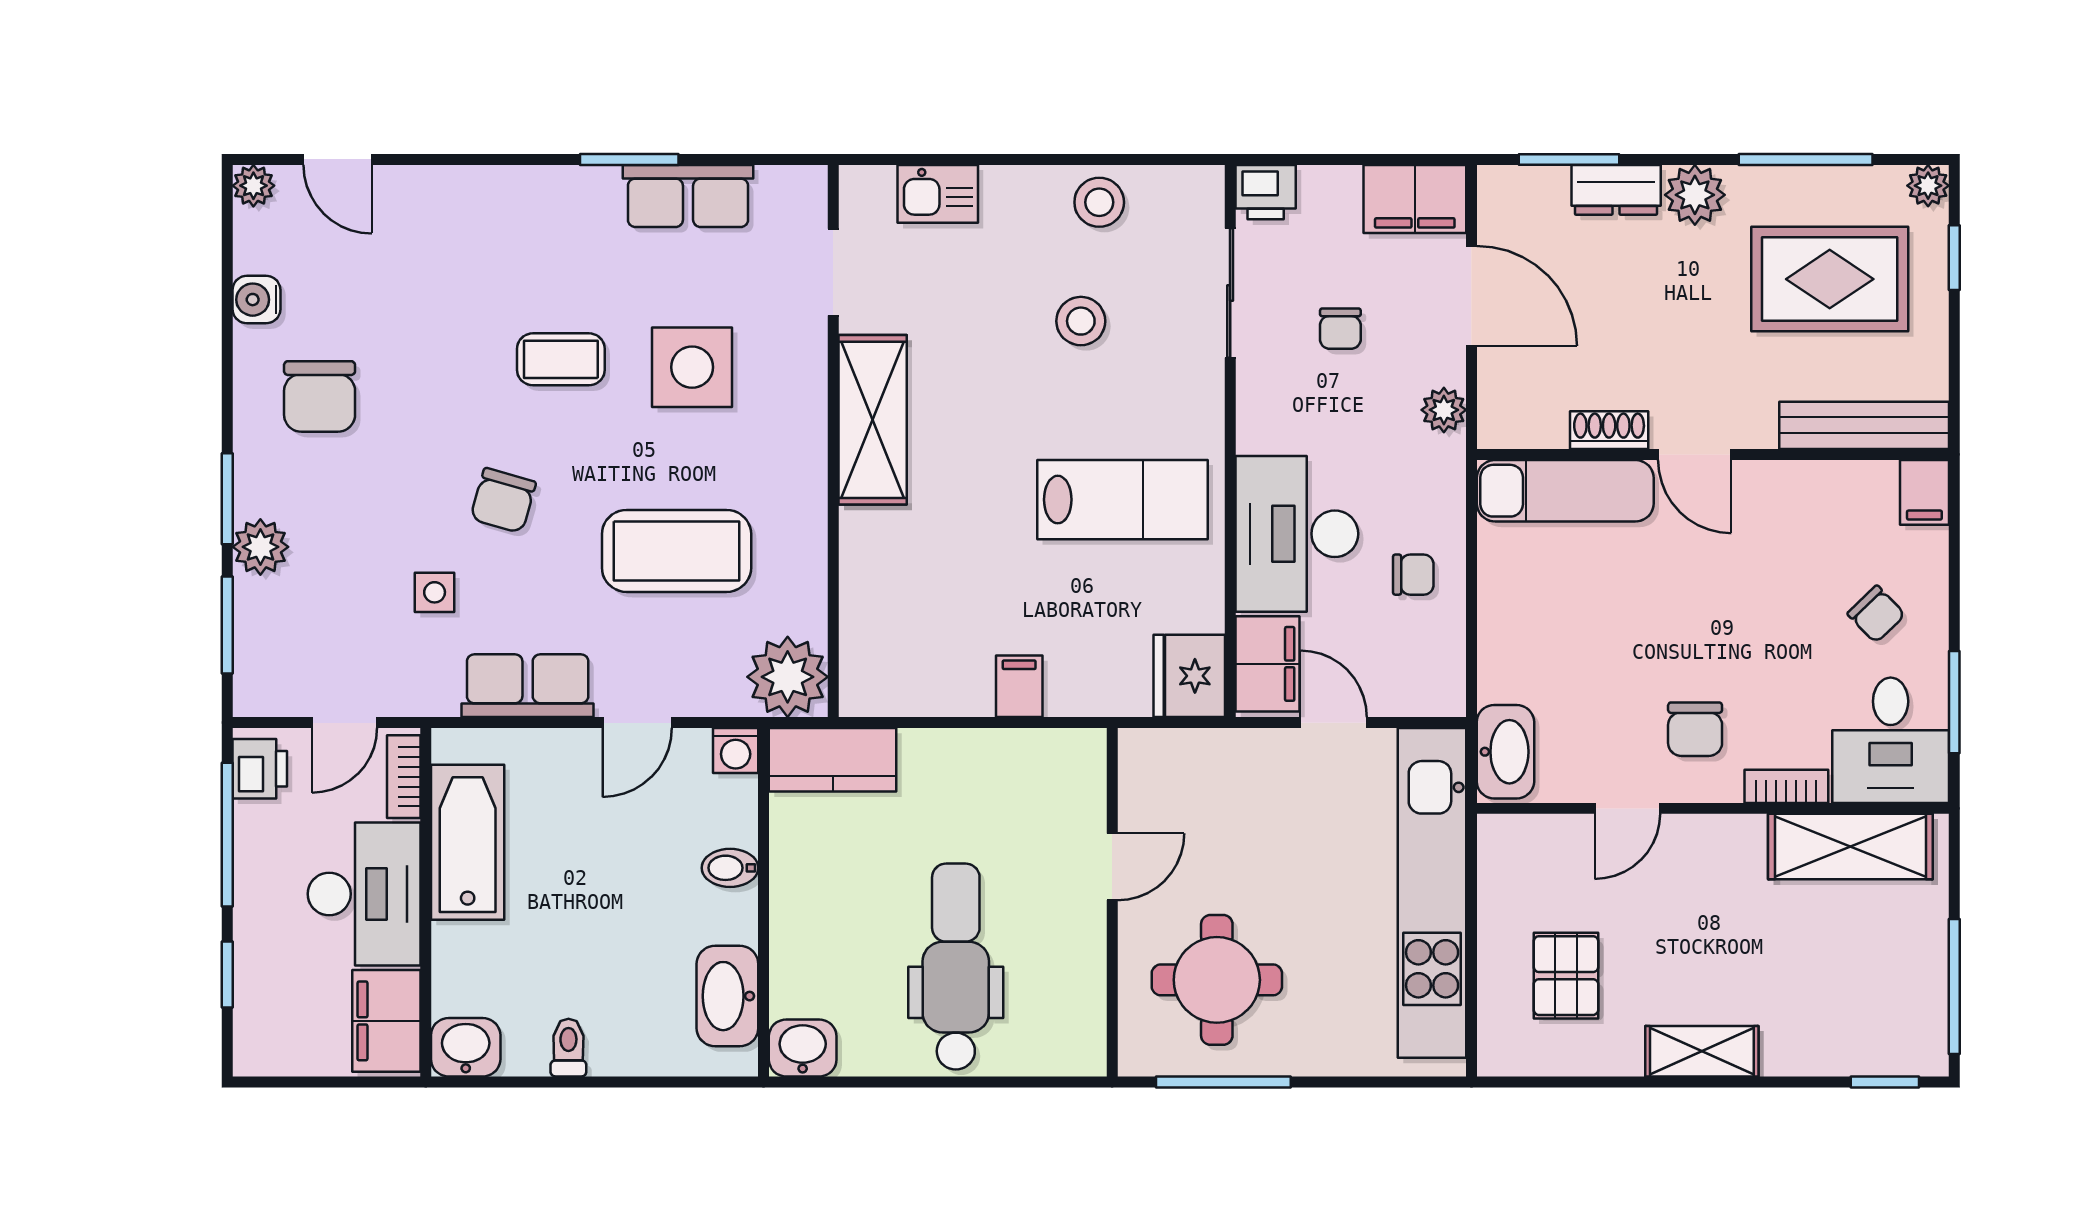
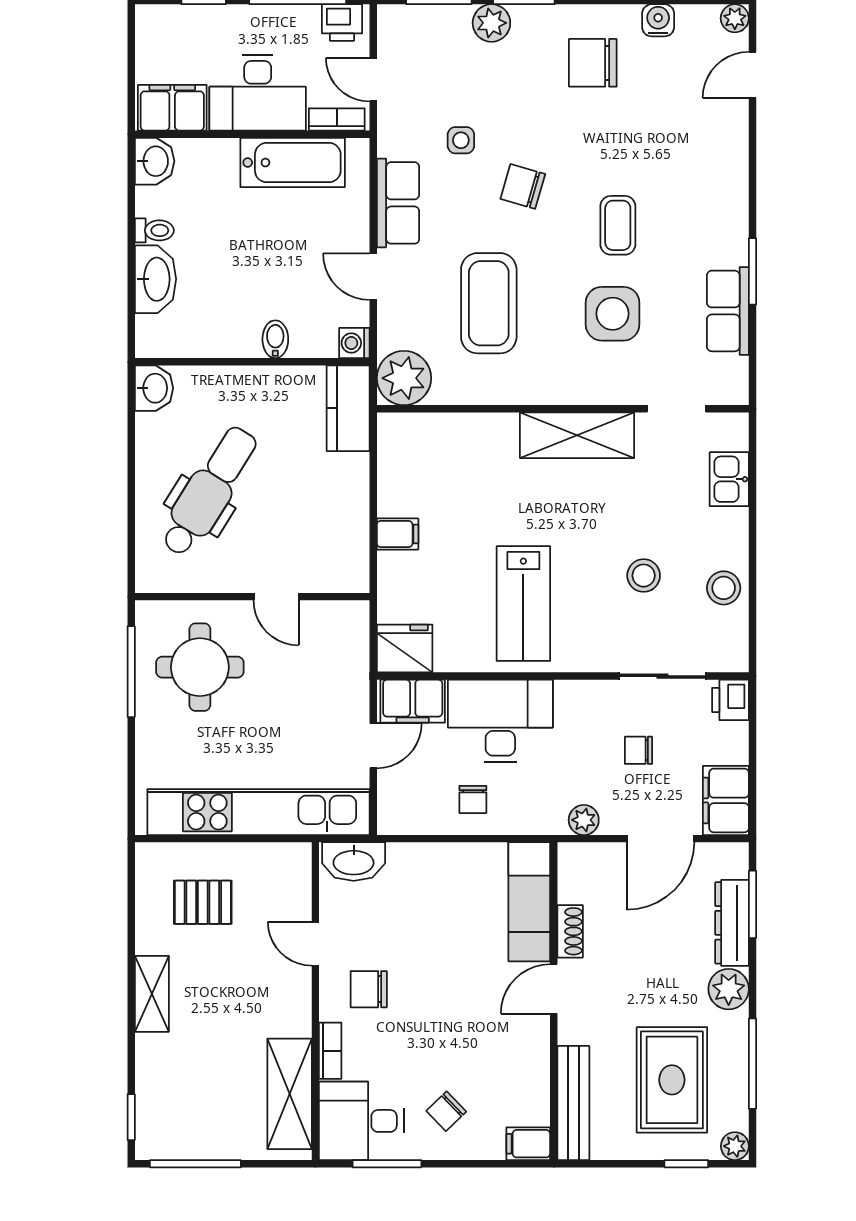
dresser: (1616, 190) -> (732, 923), width x1.44
dental chair: (956, 967) -> (209, 491), turned -58
washbasin: (727, 996) -> (155, 279), moved, turned 90

